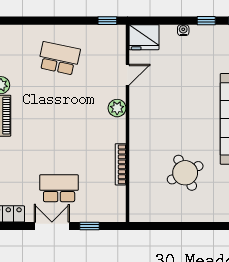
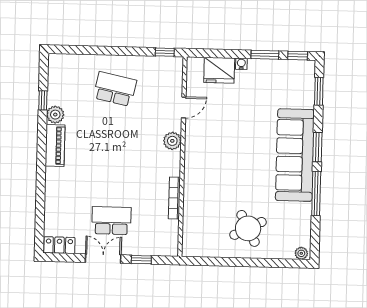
window: (206, 21) -> (265, 55), width x1.50
fridge: (144, 37) -> (219, 70), moved
round table: (185, 173) -> (248, 228), moved

